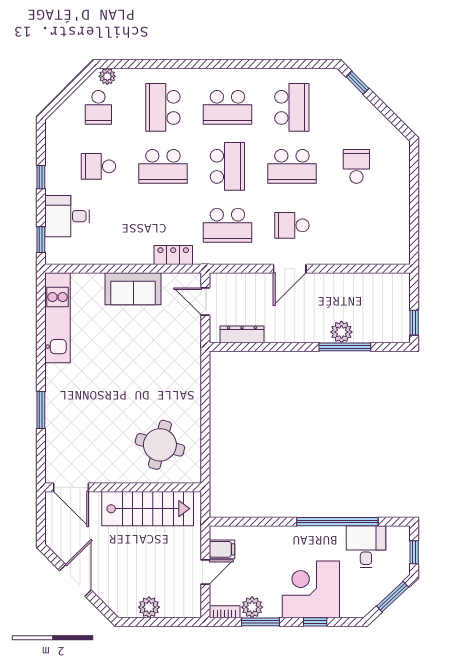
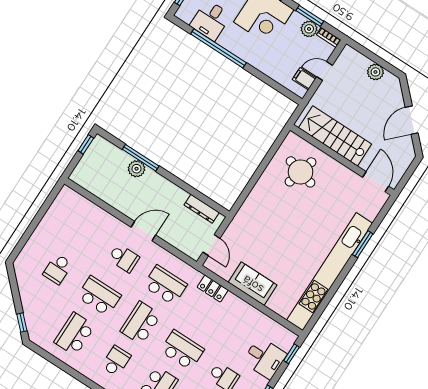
school desk: (227, 107) -> (116, 361), width x0.54
kitchen unit: (58, 318) -> (330, 272), width x1.86

